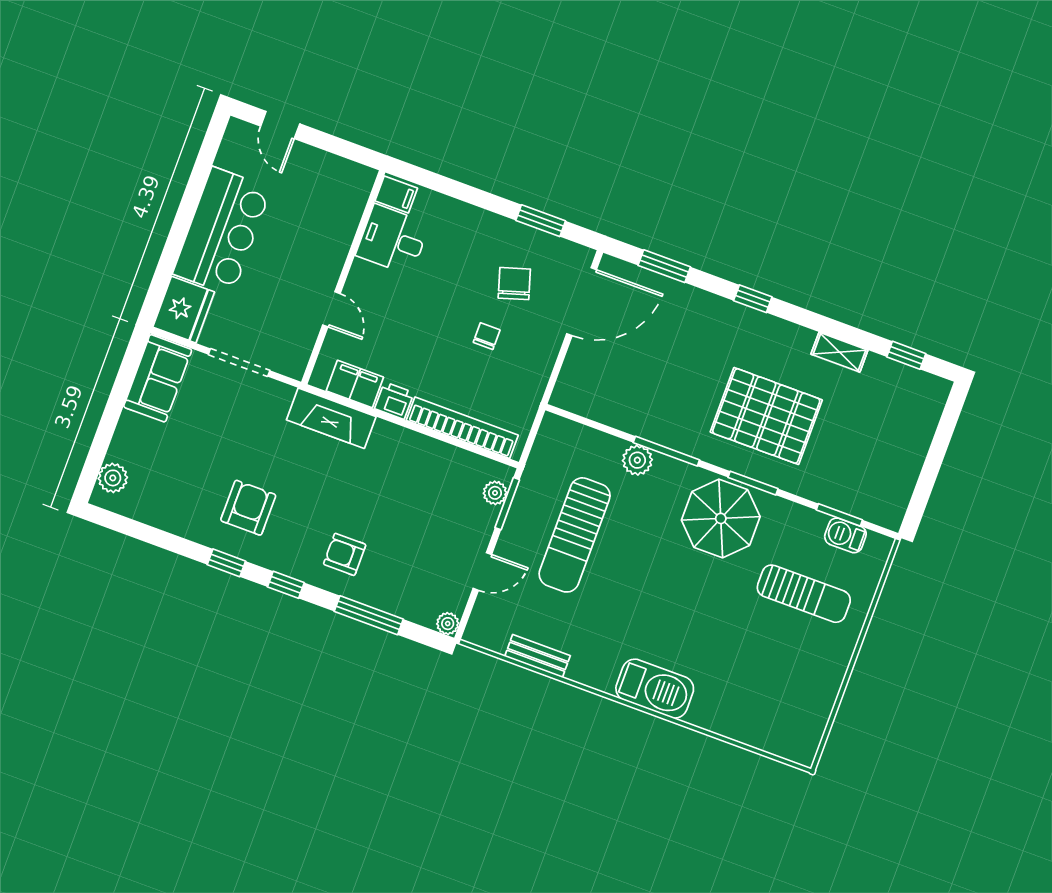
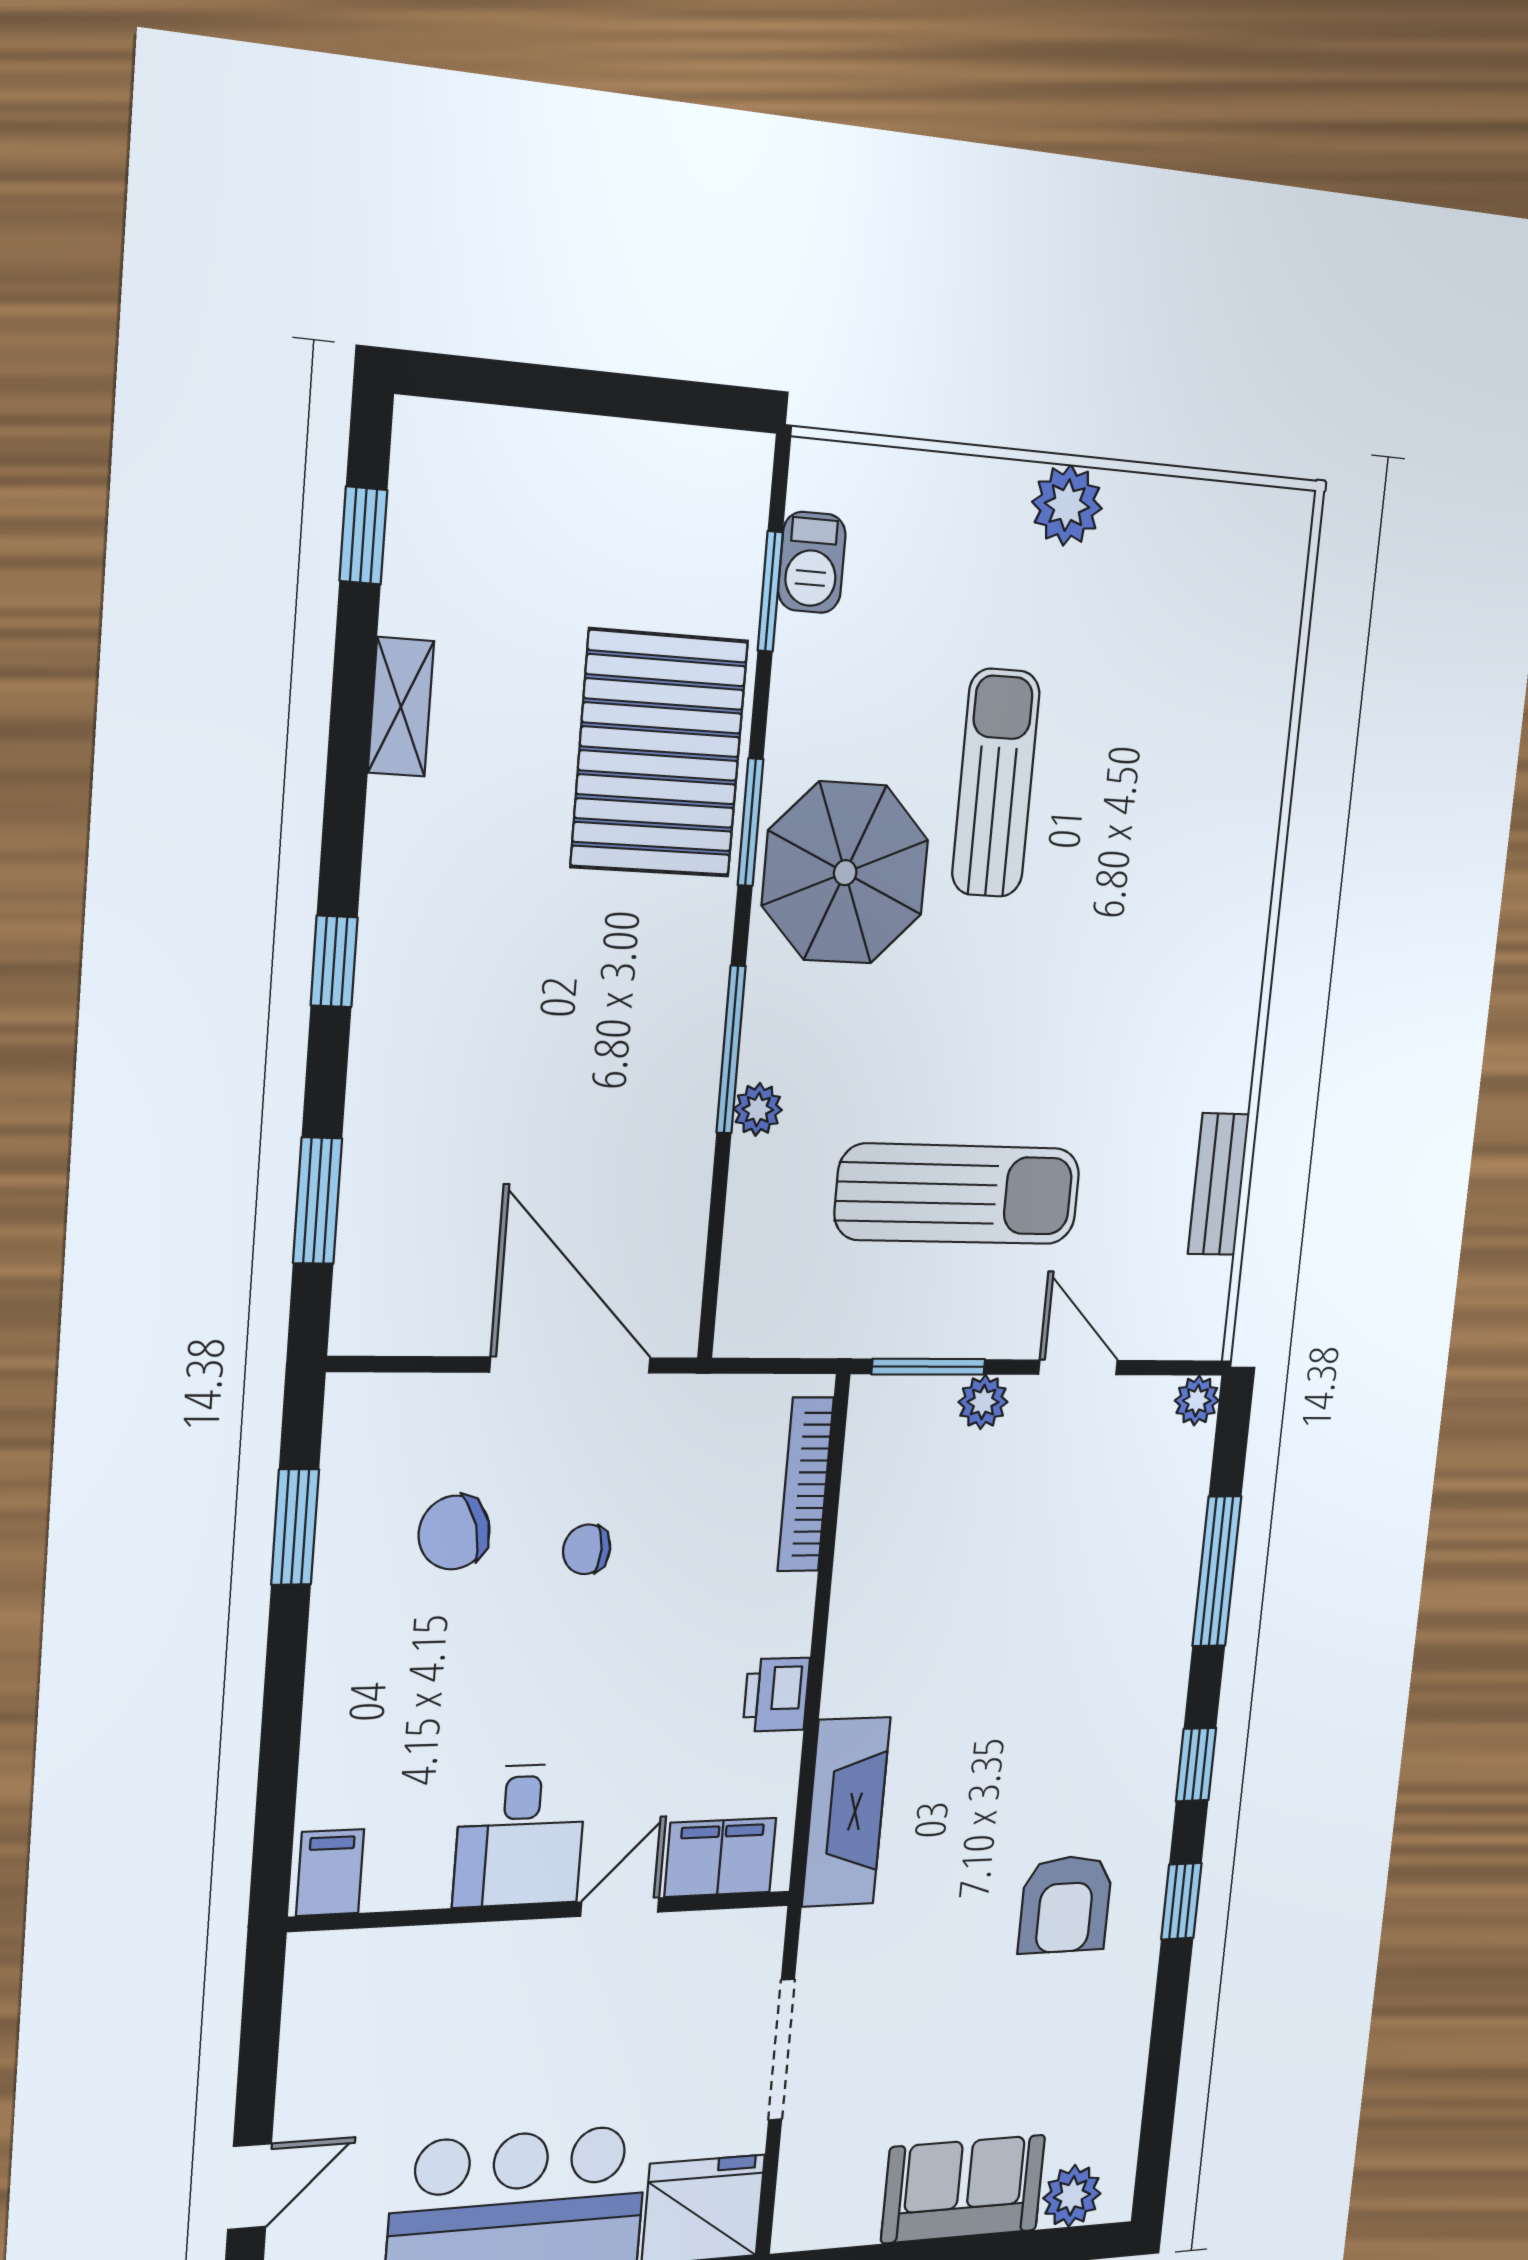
desk: (393, 239) -> (520, 1835), moved
door: (582, 302) -> (570, 1365), moved
sofa: (158, 378) -> (963, 2189), moved
filing cabinet: (355, 384) -> (720, 1857), moved, turned 90
pallet: (766, 416) -> (659, 754), moved
bookcase: (462, 428) -> (806, 1484), width x0.68, depth x0.76
plant: (637, 460) -> (758, 1109), width x0.73, depth x0.73
plant: (495, 493) -> (983, 1402), moved
armchair: (248, 508) -> (1065, 1904), turned -90
armchair: (345, 554) -> (1110, 1670), removed
sun lounger: (804, 594) -> (996, 783), moved
plant: (837, 653) -> (1067, 505), added
barbecue: (655, 689) -> (1229, 902), removed

